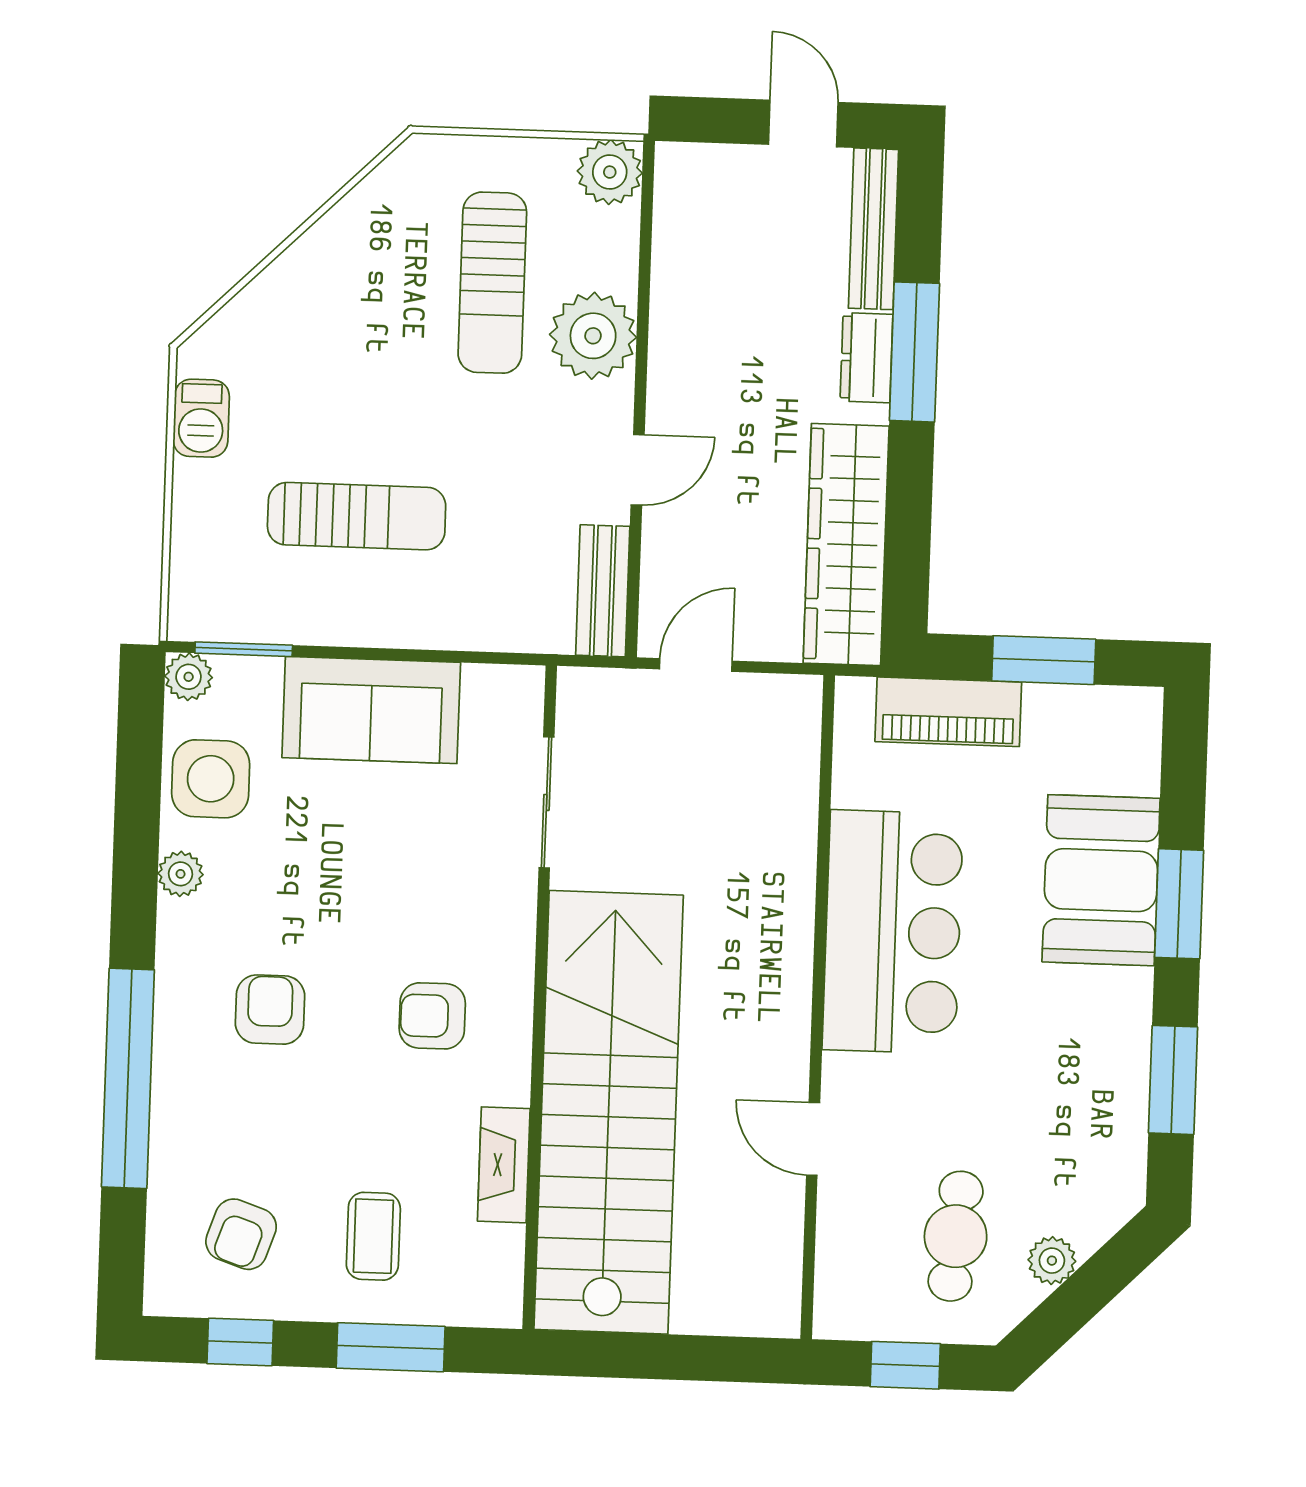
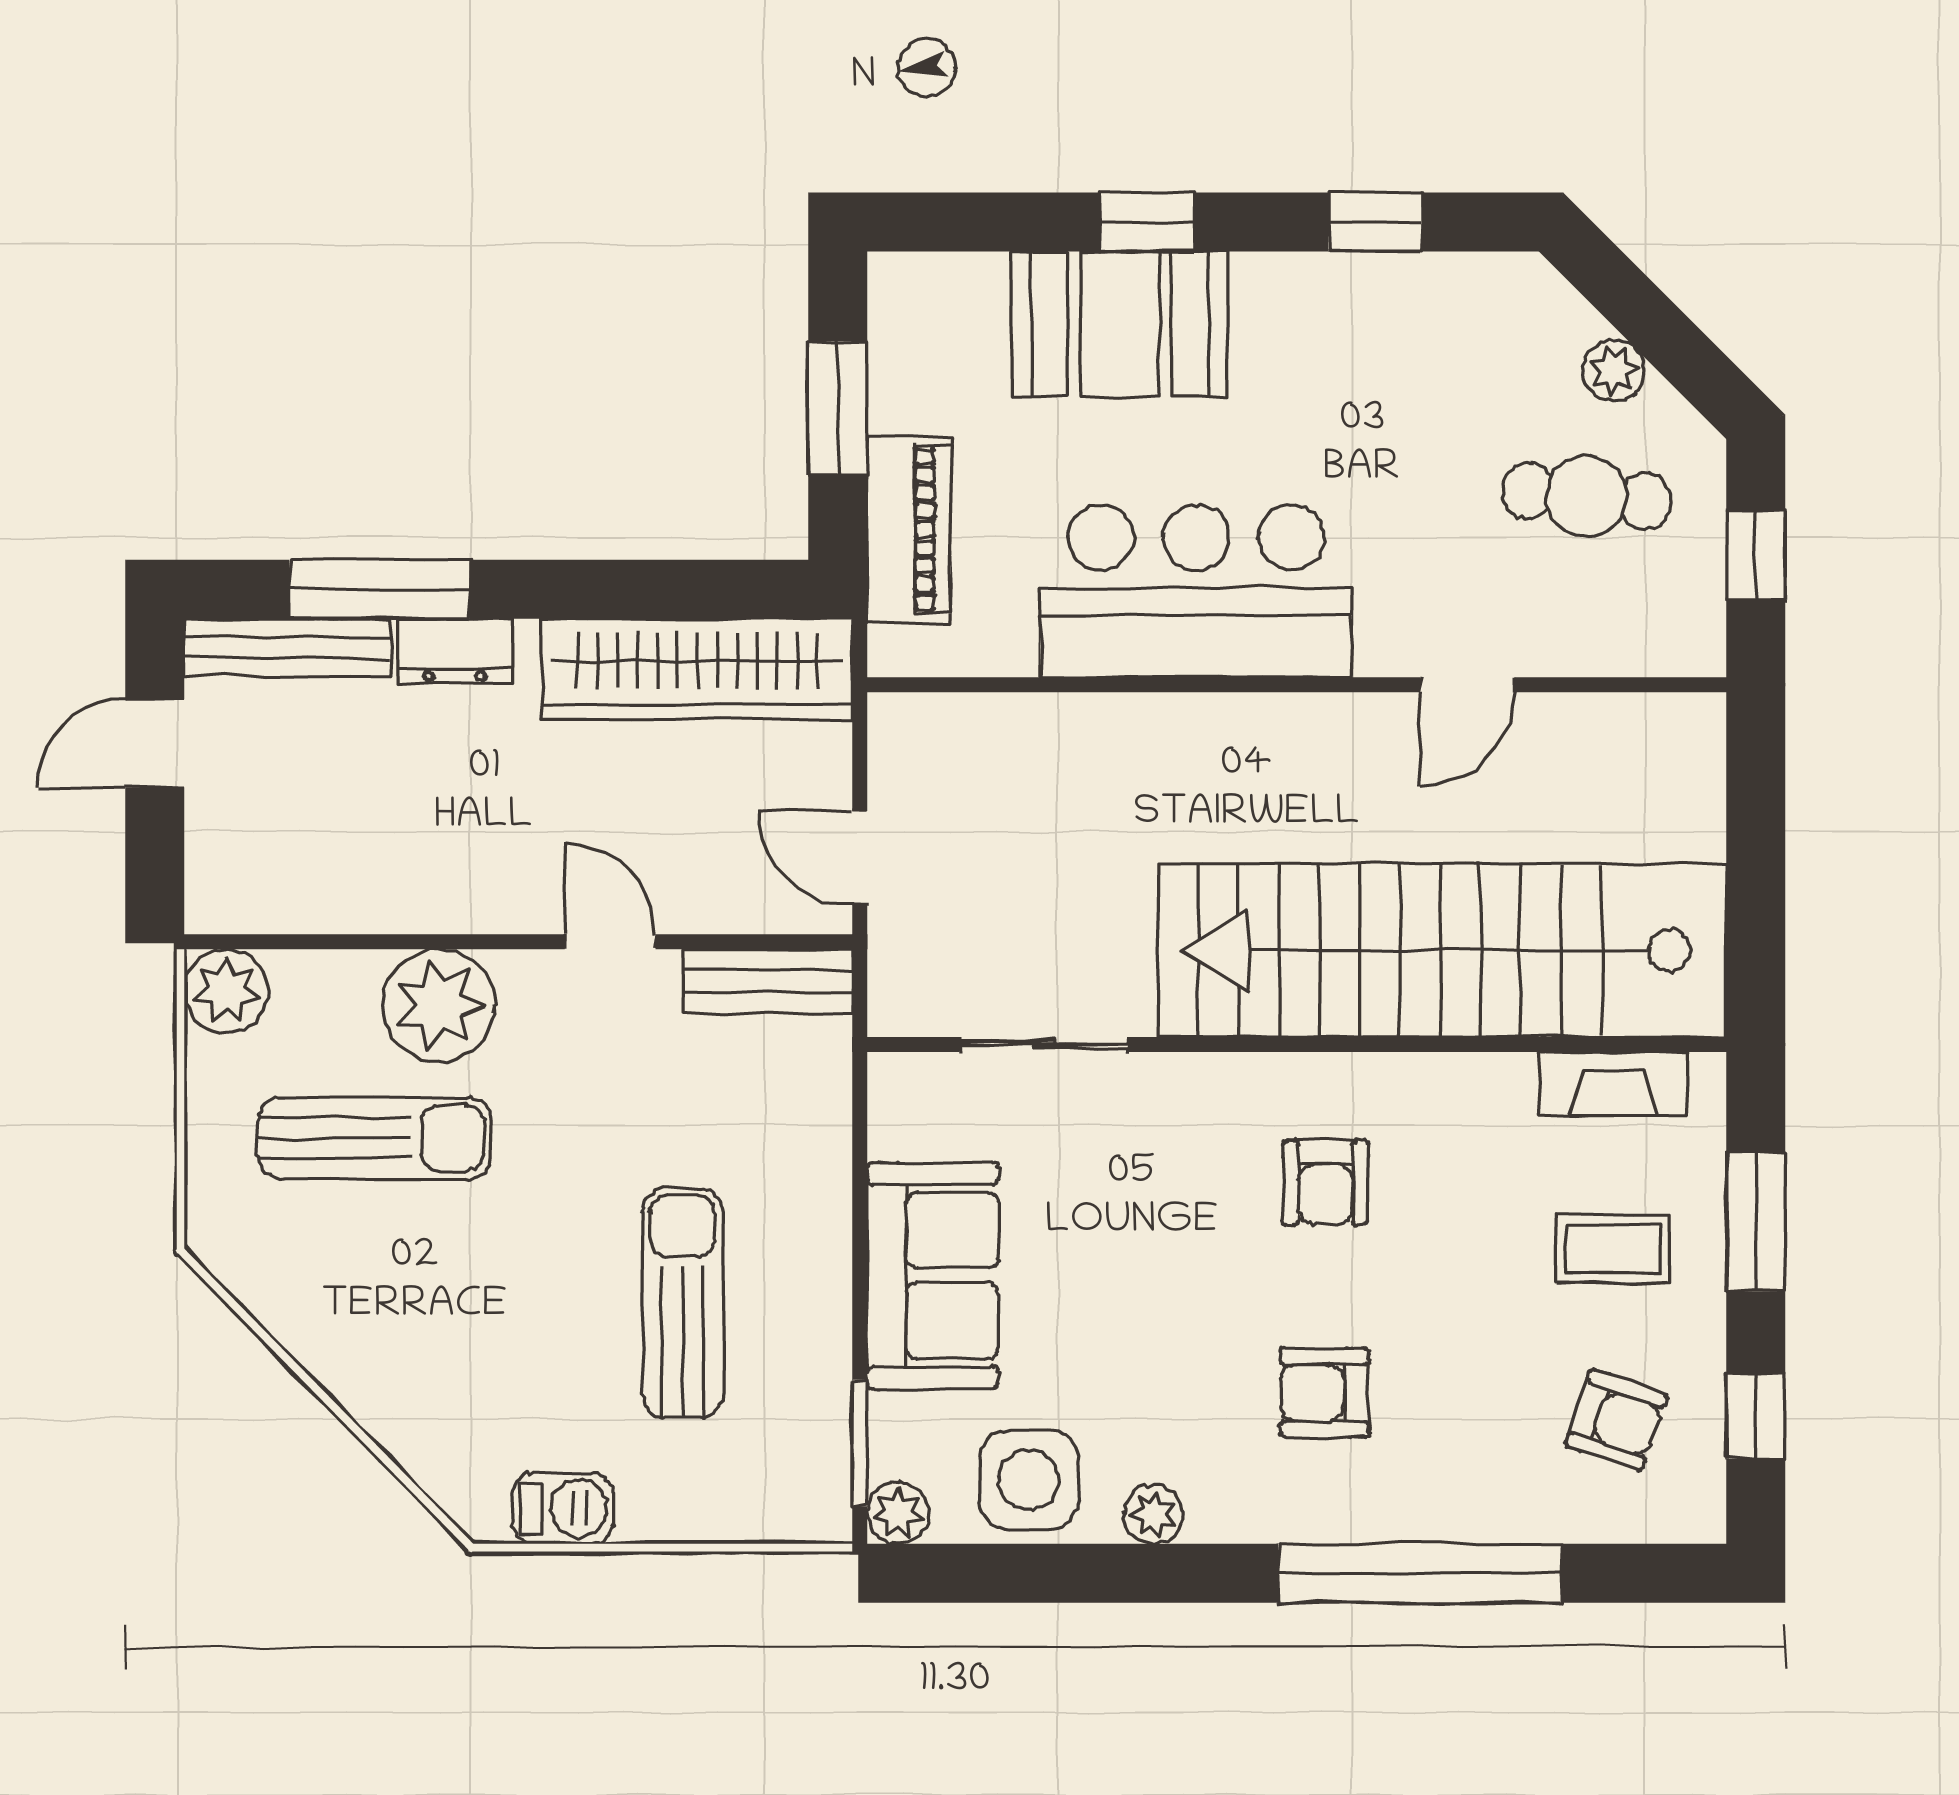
window: (914, 352) -> (379, 589), moved
window: (1179, 904) -> (1147, 222), width x0.67
window: (1173, 1080) -> (1375, 222), width x0.67
fireplace: (504, 1165) -> (1613, 1083), moved

